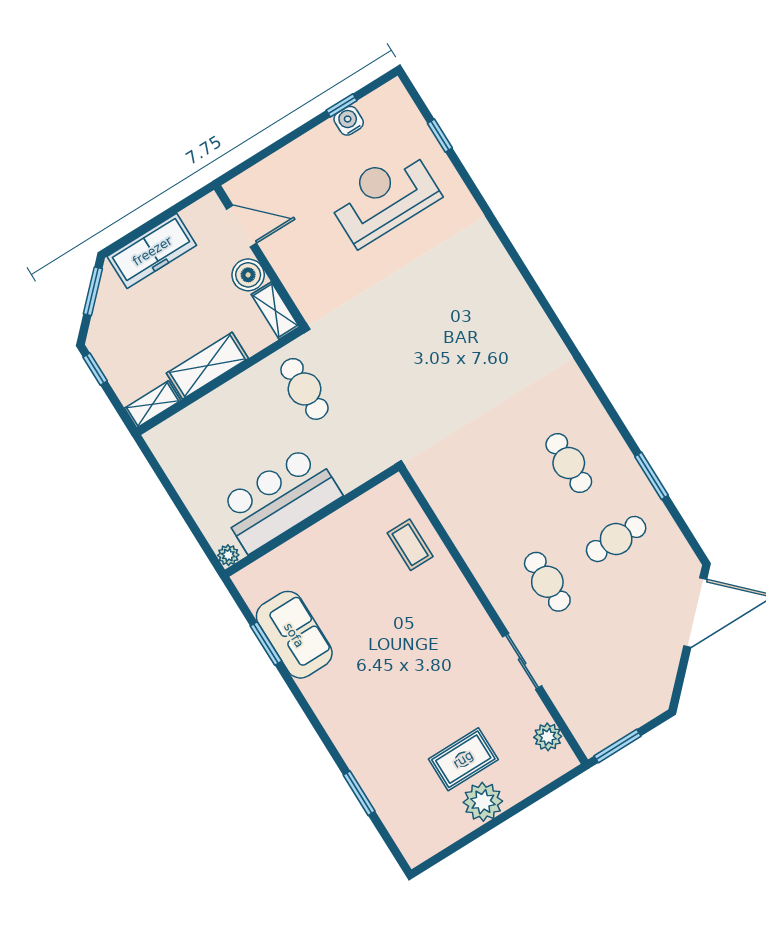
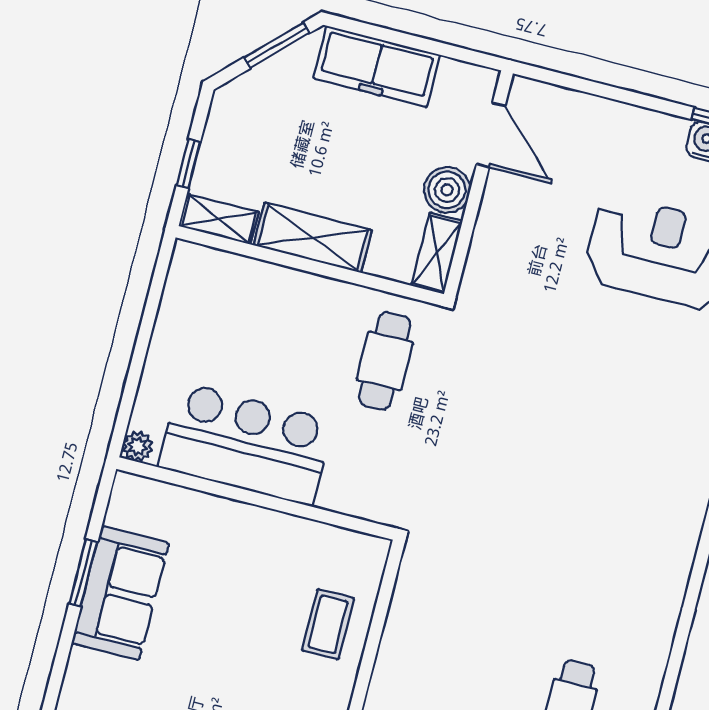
window: (95, 369) -> (188, 164), moved

